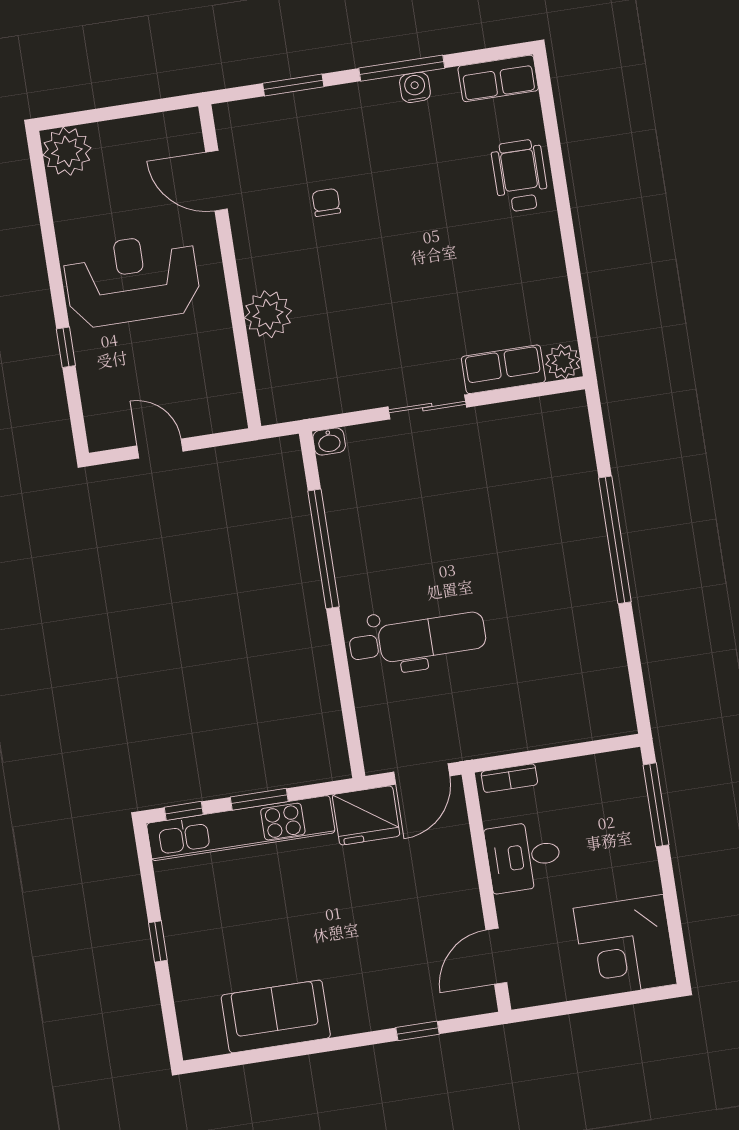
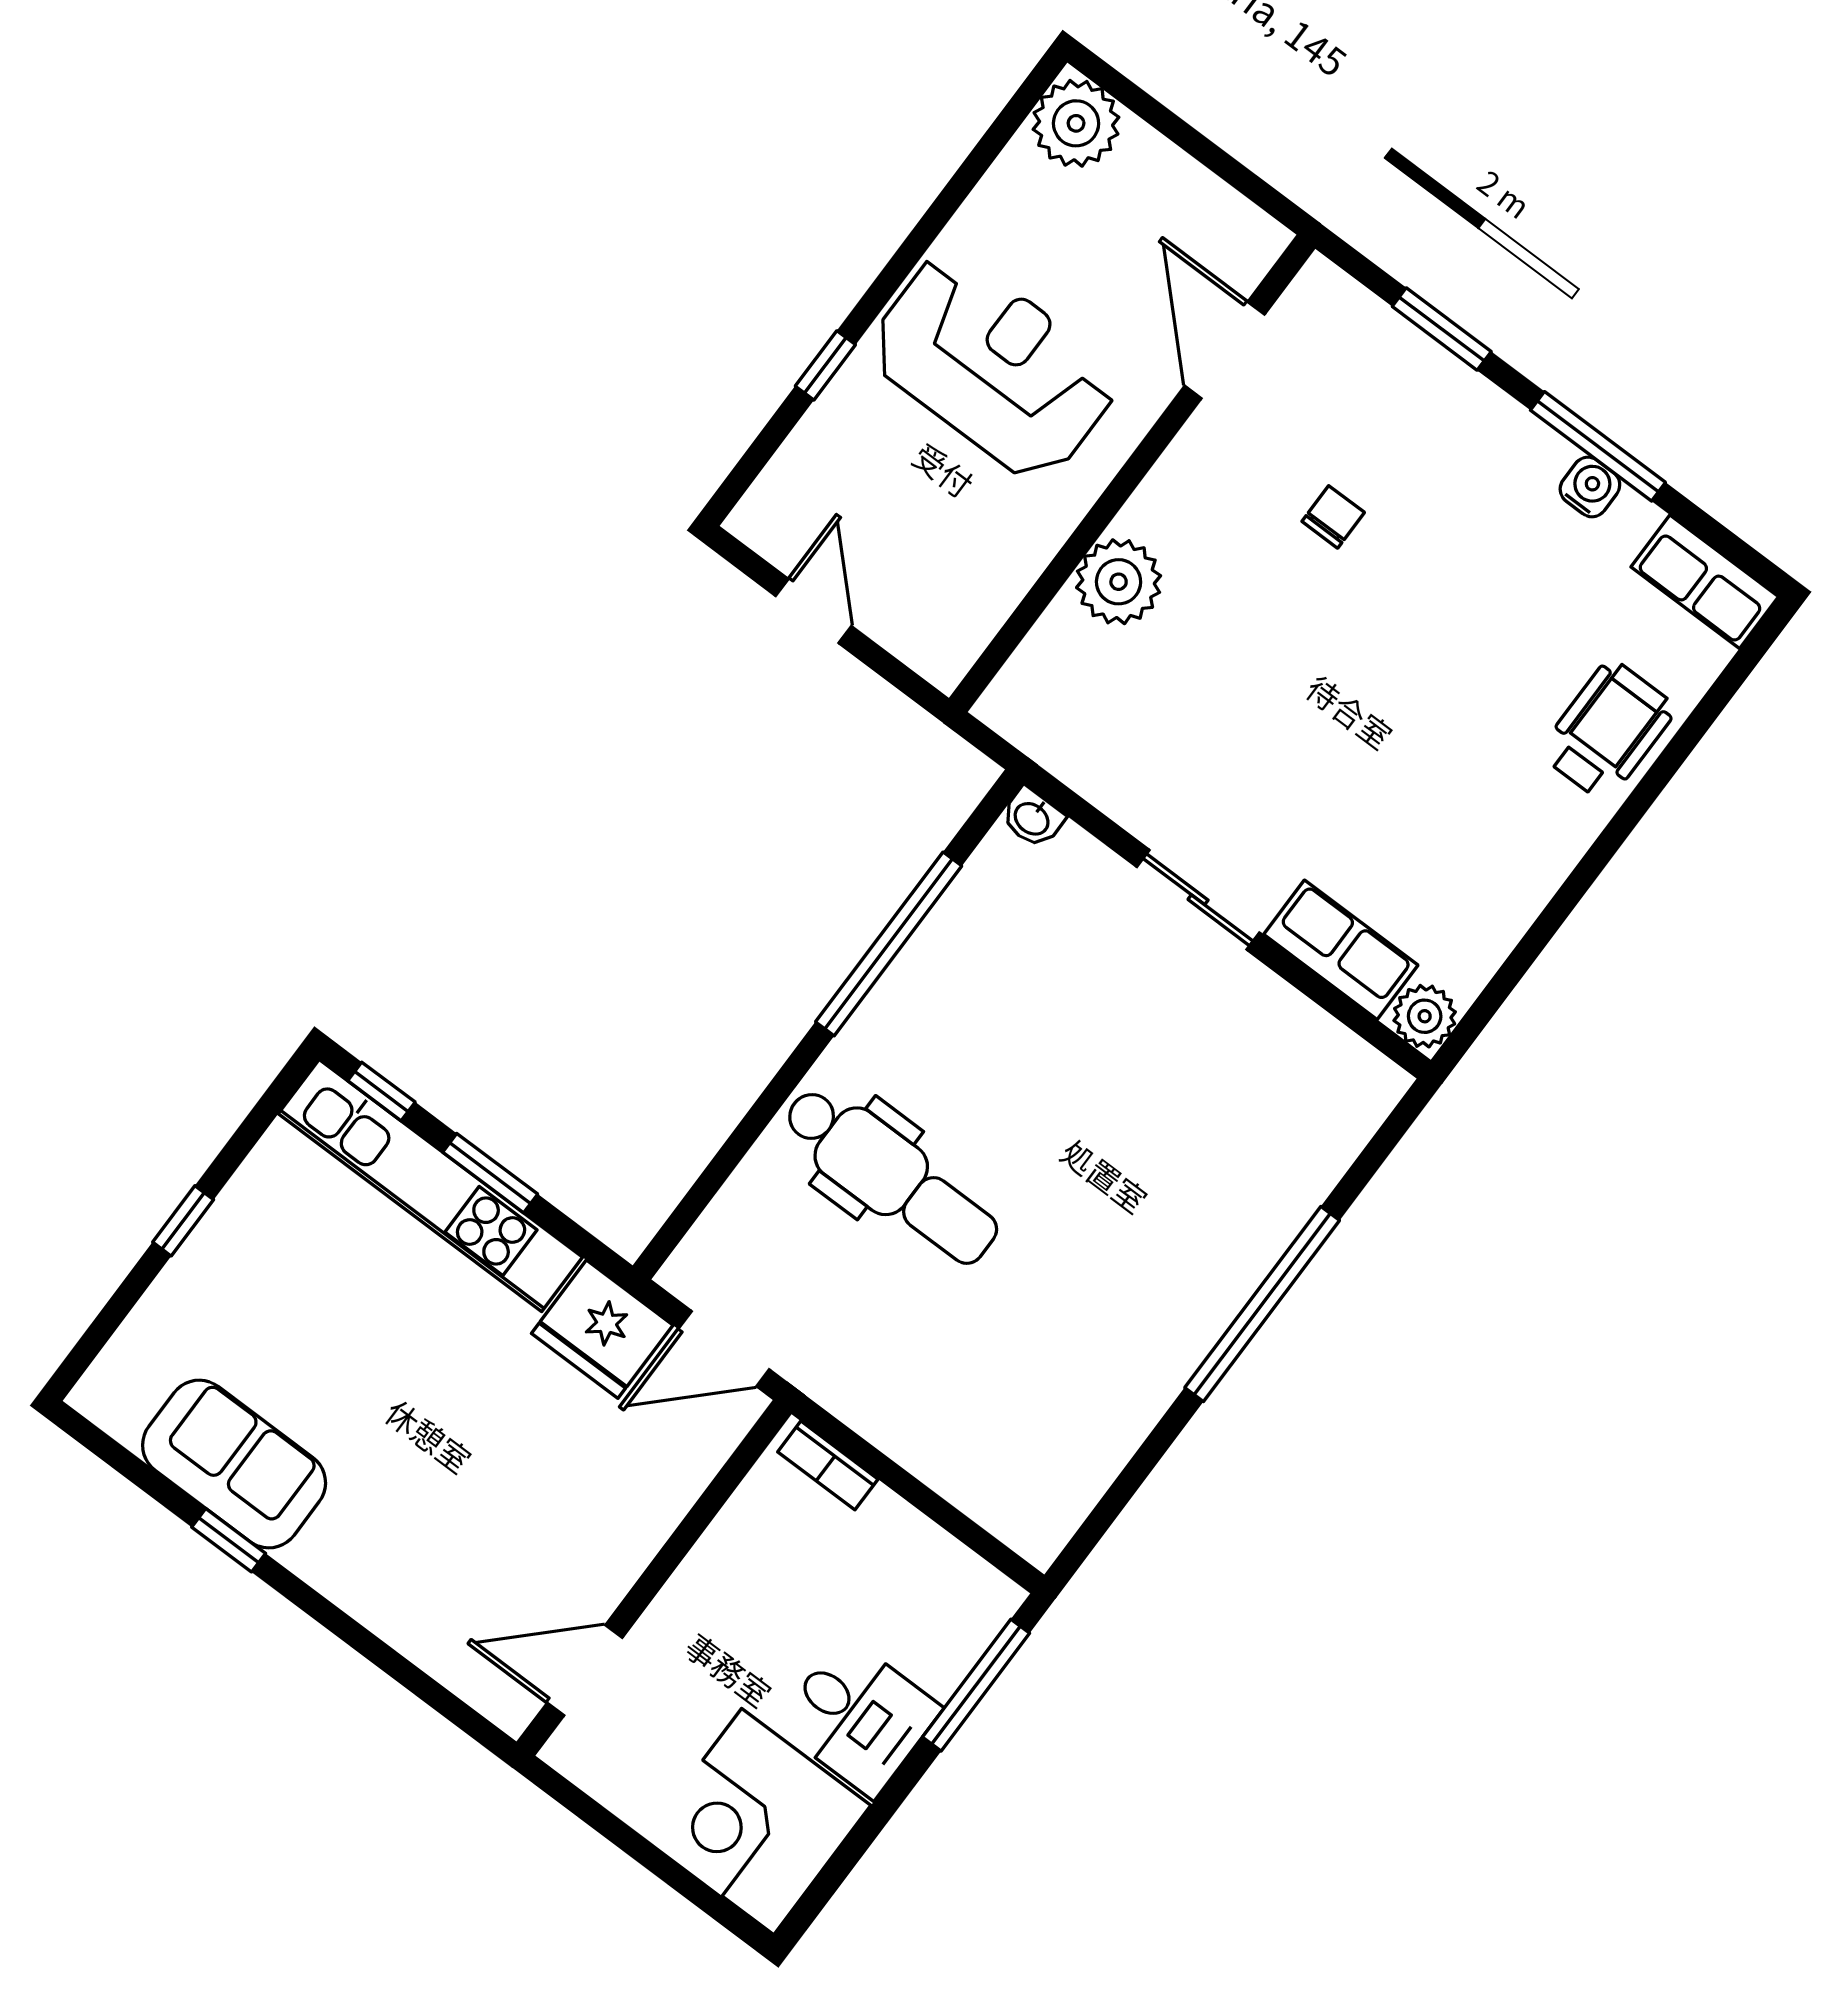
desk: (524, 857) -> (858, 1717), moved, turned 180
window: (418, 1031) -> (229, 1540), moved

